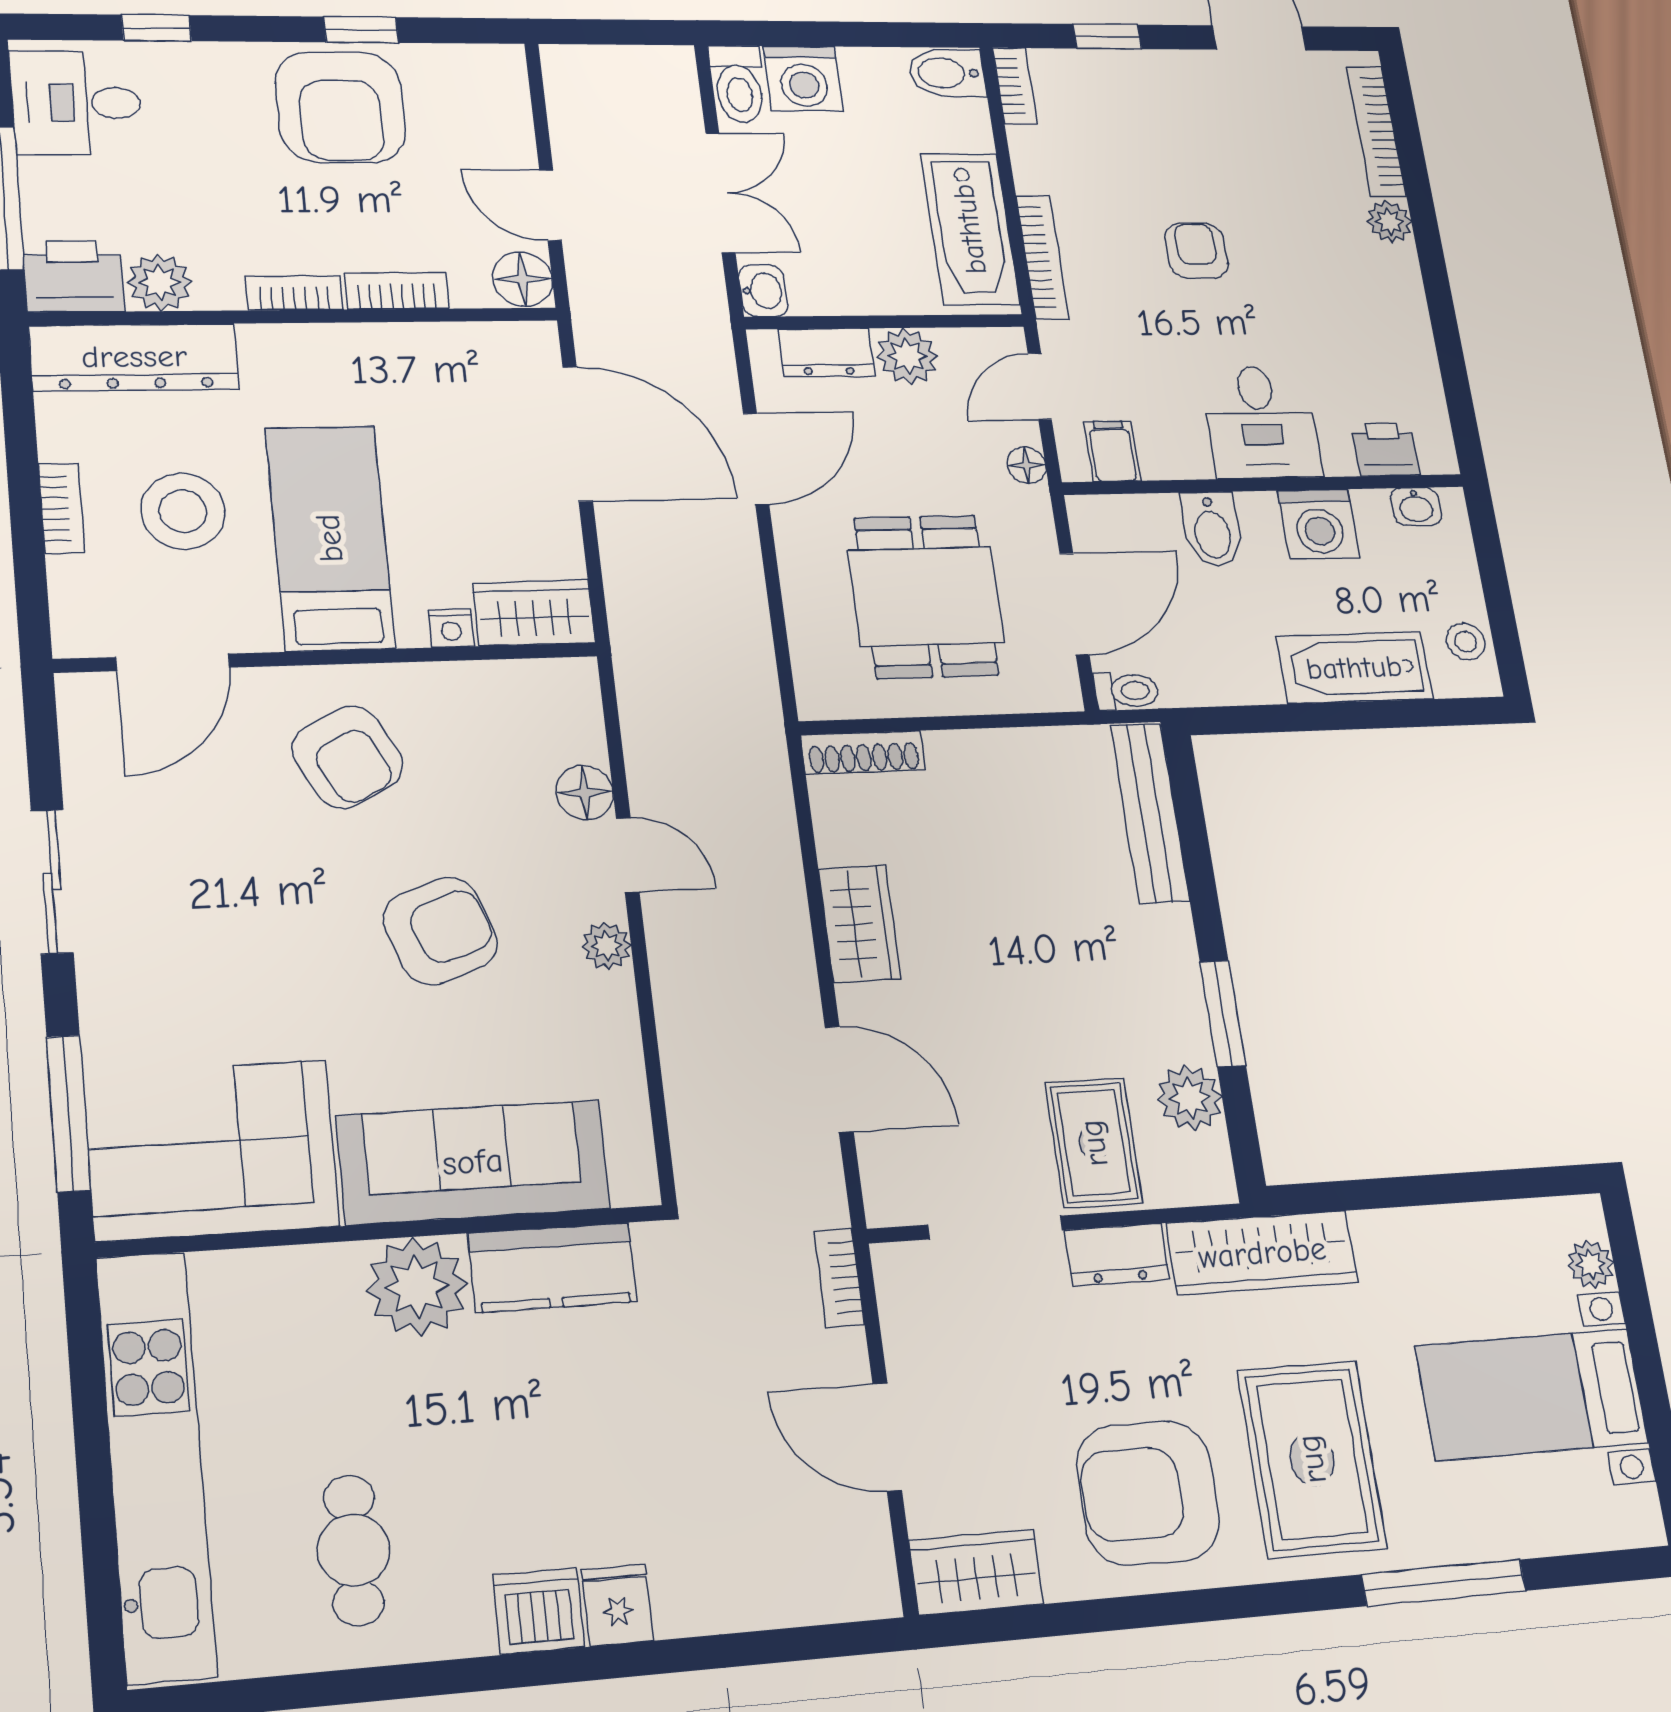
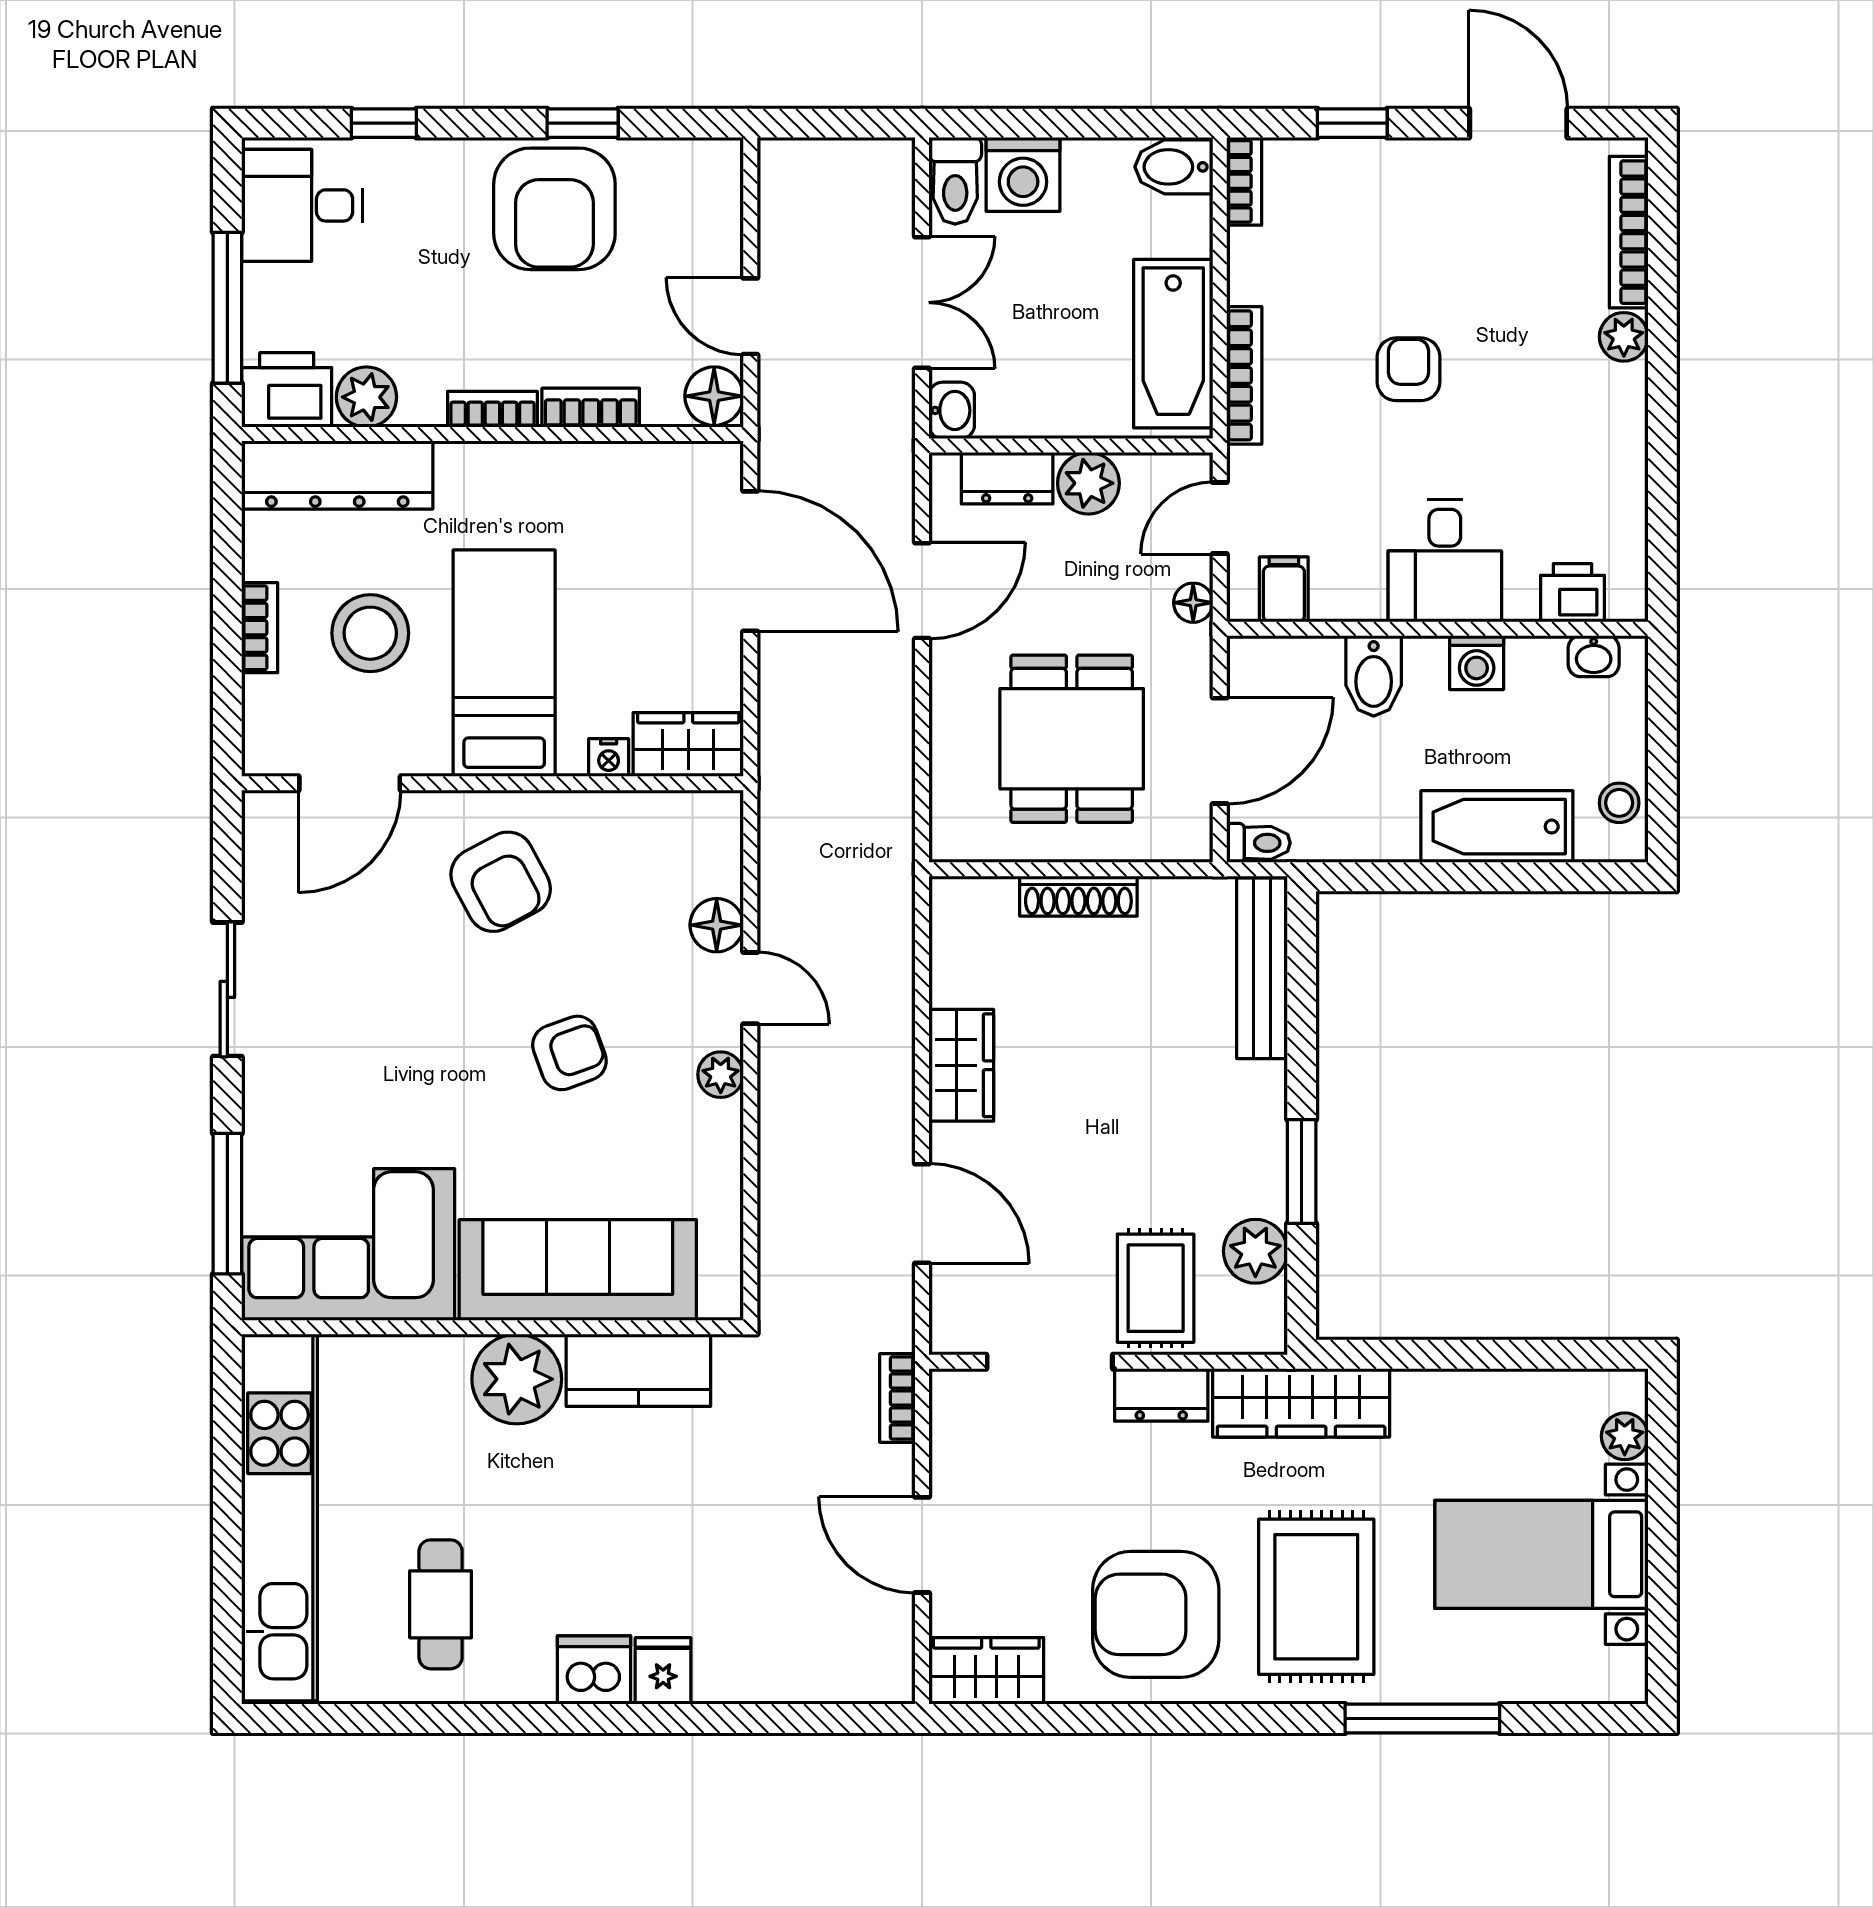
washing machine: (1319, 524) -> (1477, 663), width x0.73, depth x0.73
shoe rack: (863, 753) -> (1078, 896), moved
armchair: (440, 931) -> (569, 1053), width x0.72, depth x0.72

